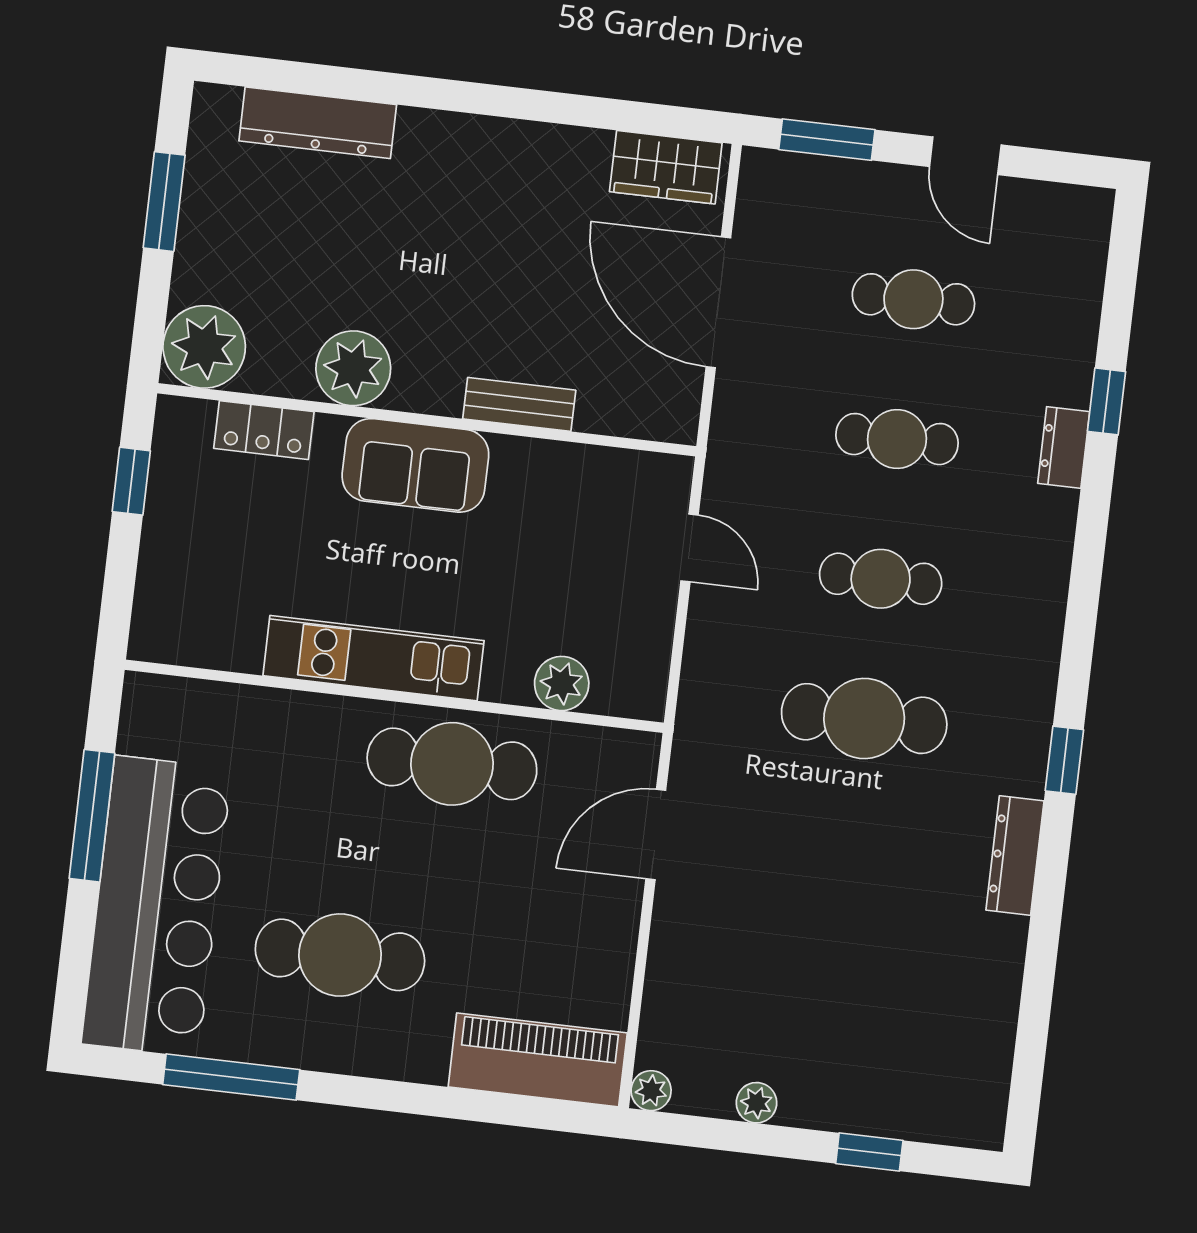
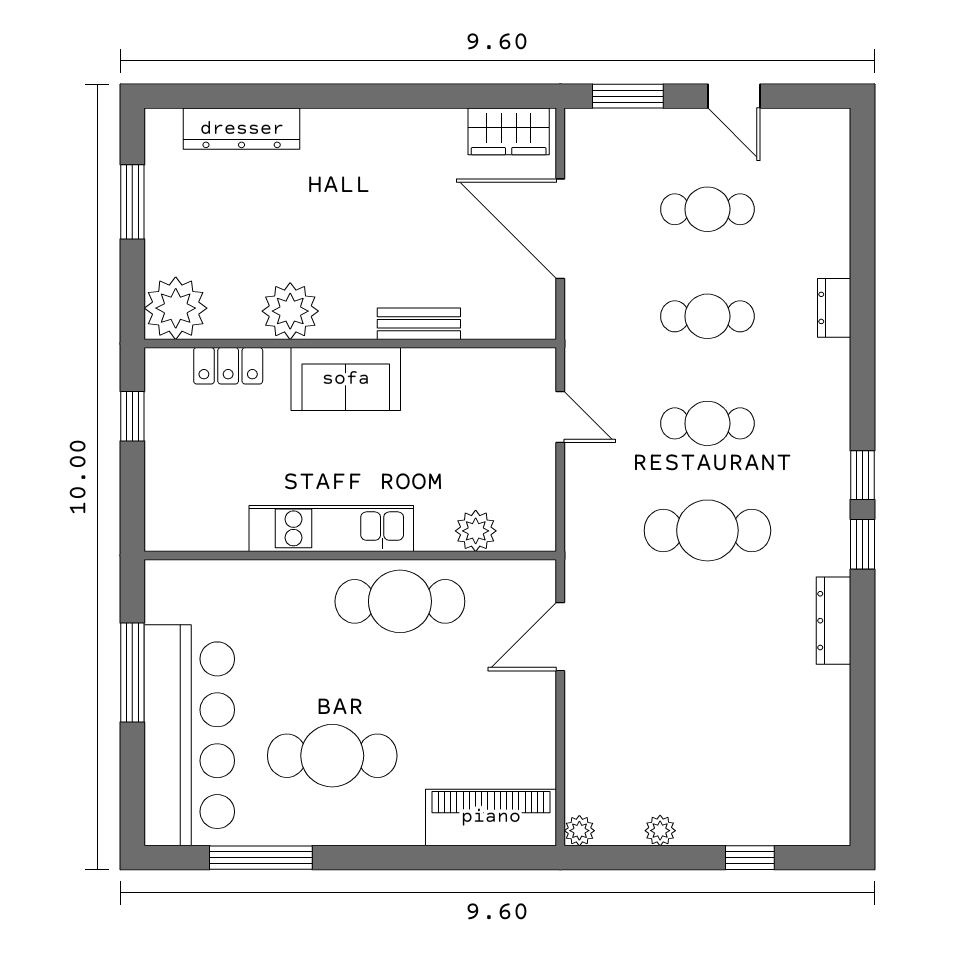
window: (1107, 401) -> (863, 475), moved

